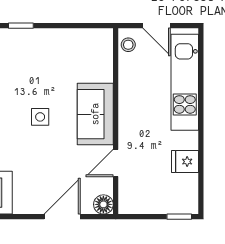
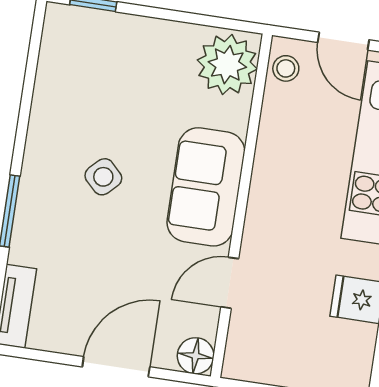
plant: (97, 47) -> (227, 65), added
side table: (40, 117) -> (103, 177), turned 45

